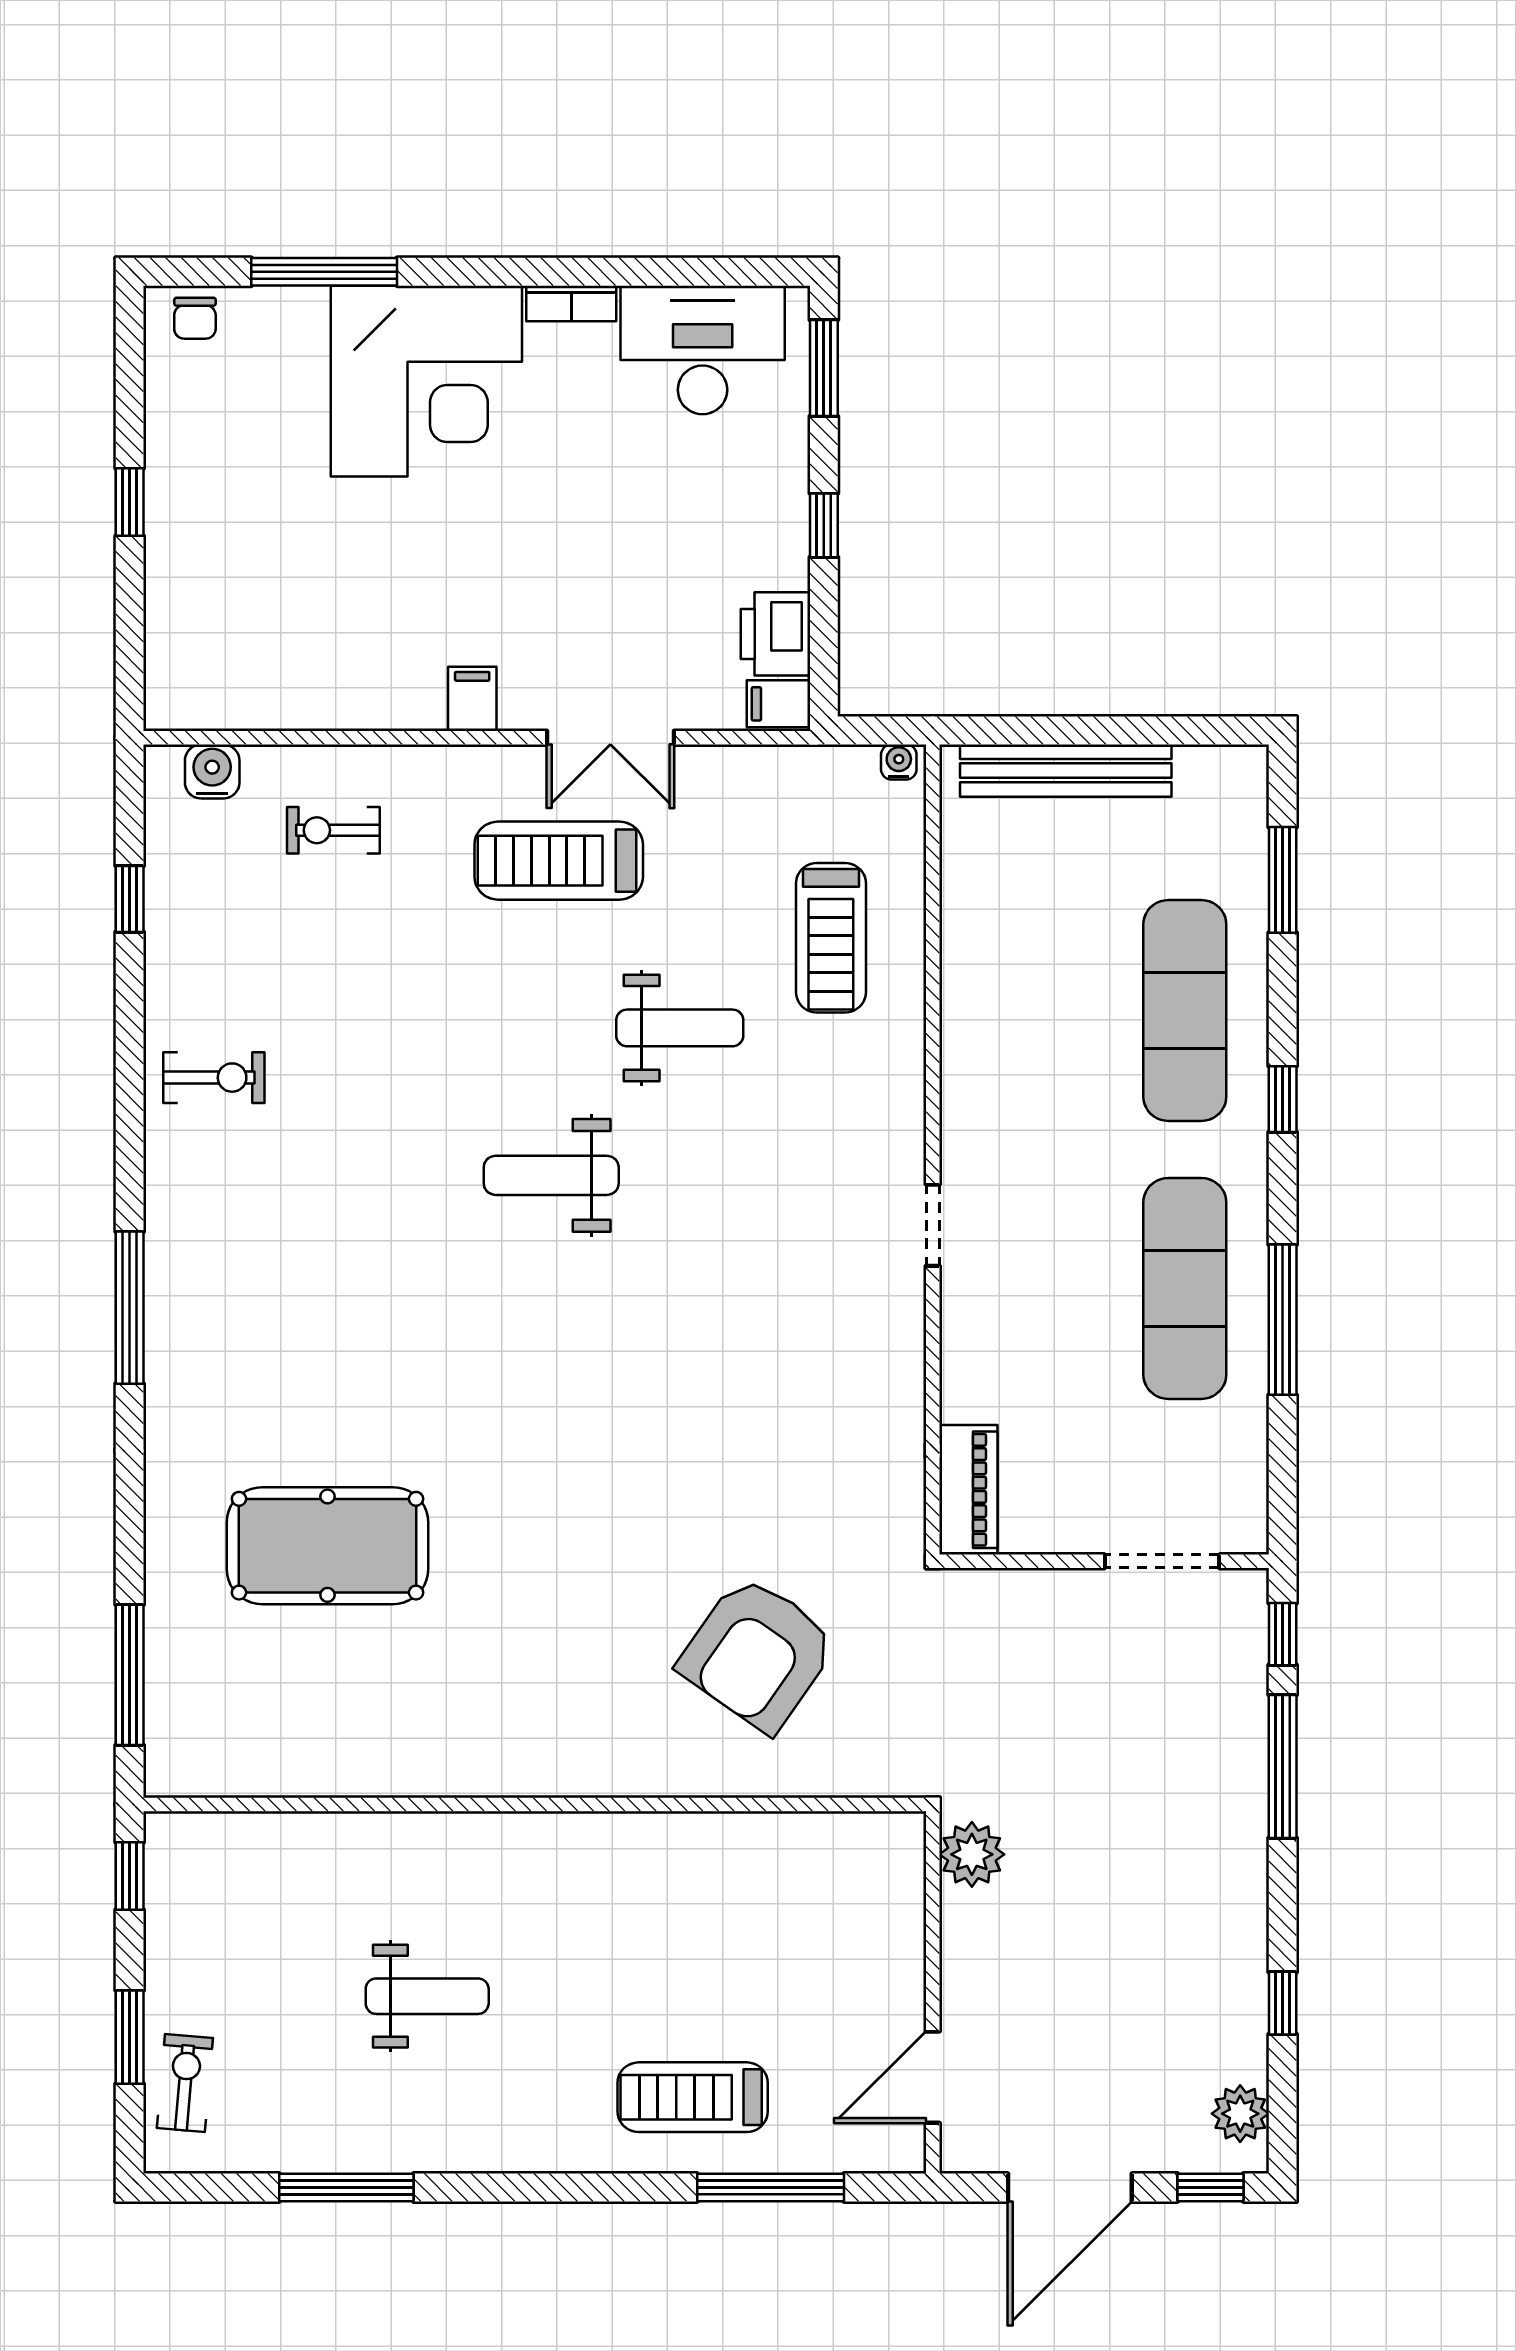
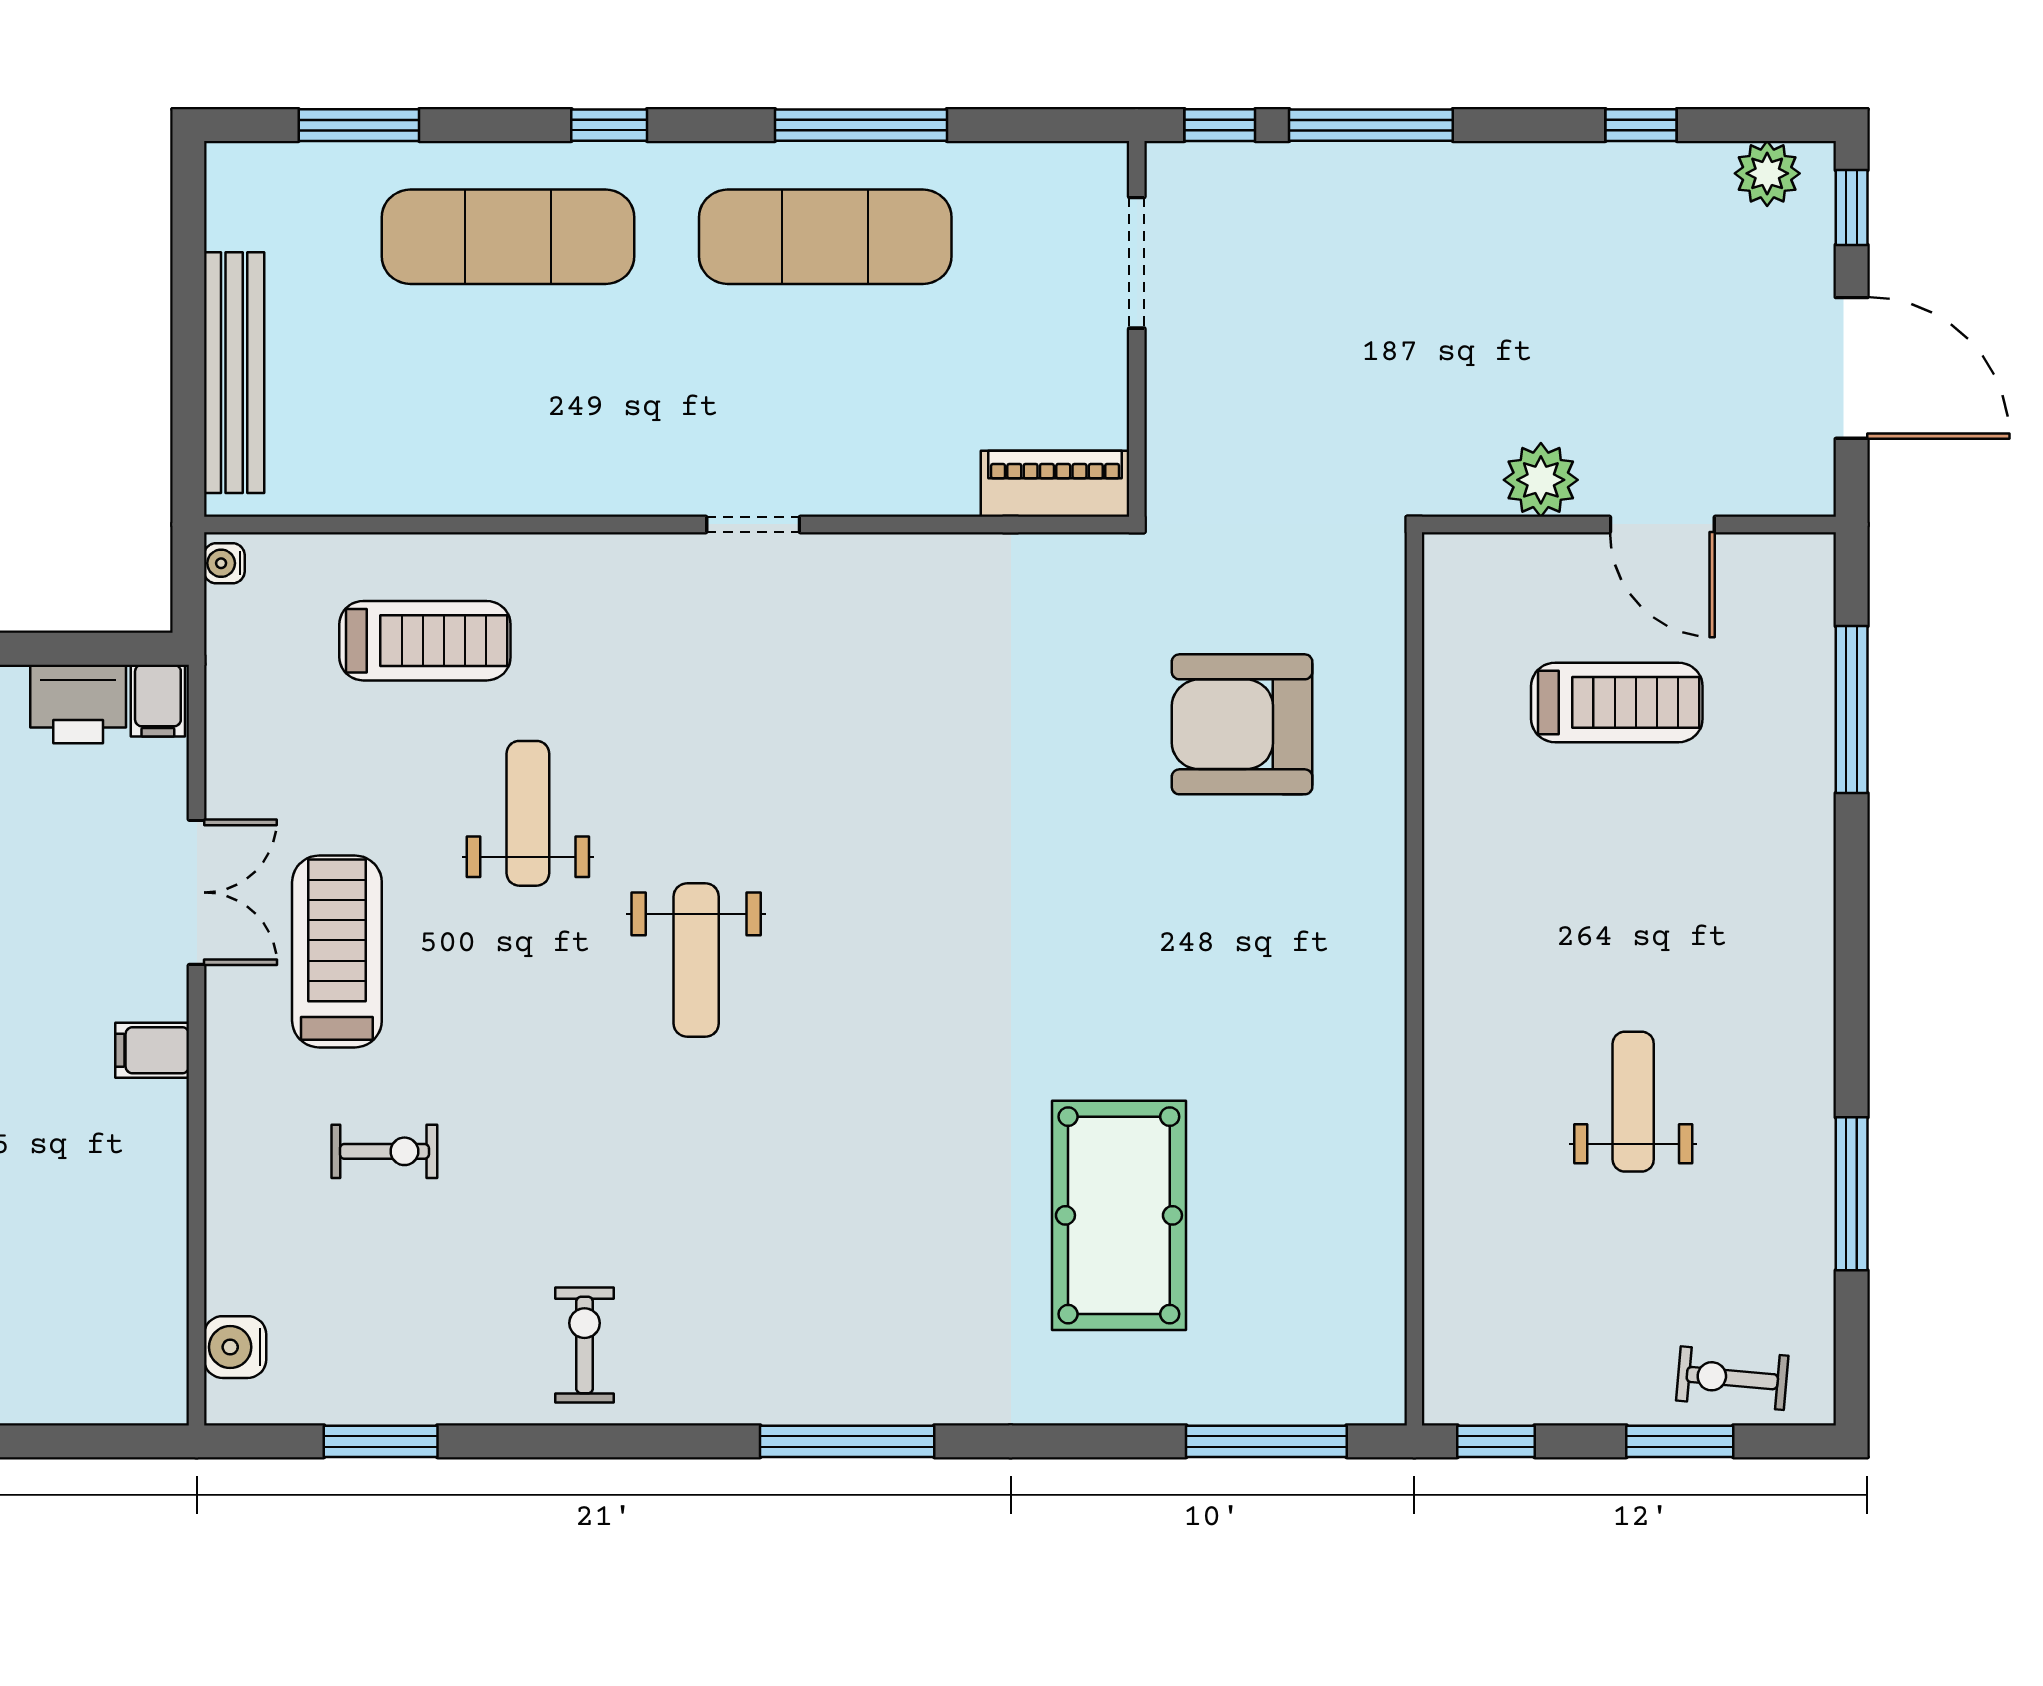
exercise bike: (333, 830) -> (384, 1151), moved, turned -90
treadmill: (559, 861) -> (337, 951), turned 180
window: (130, 899) -> (381, 1441), width x1.50
armchair: (758, 1654) -> (1242, 724), turned 145
plant: (972, 1854) -> (1541, 480), moved
door: (933, 2077) -> (1662, 524), moved
treadmill: (693, 2097) -> (1617, 702), moved, turned -90

